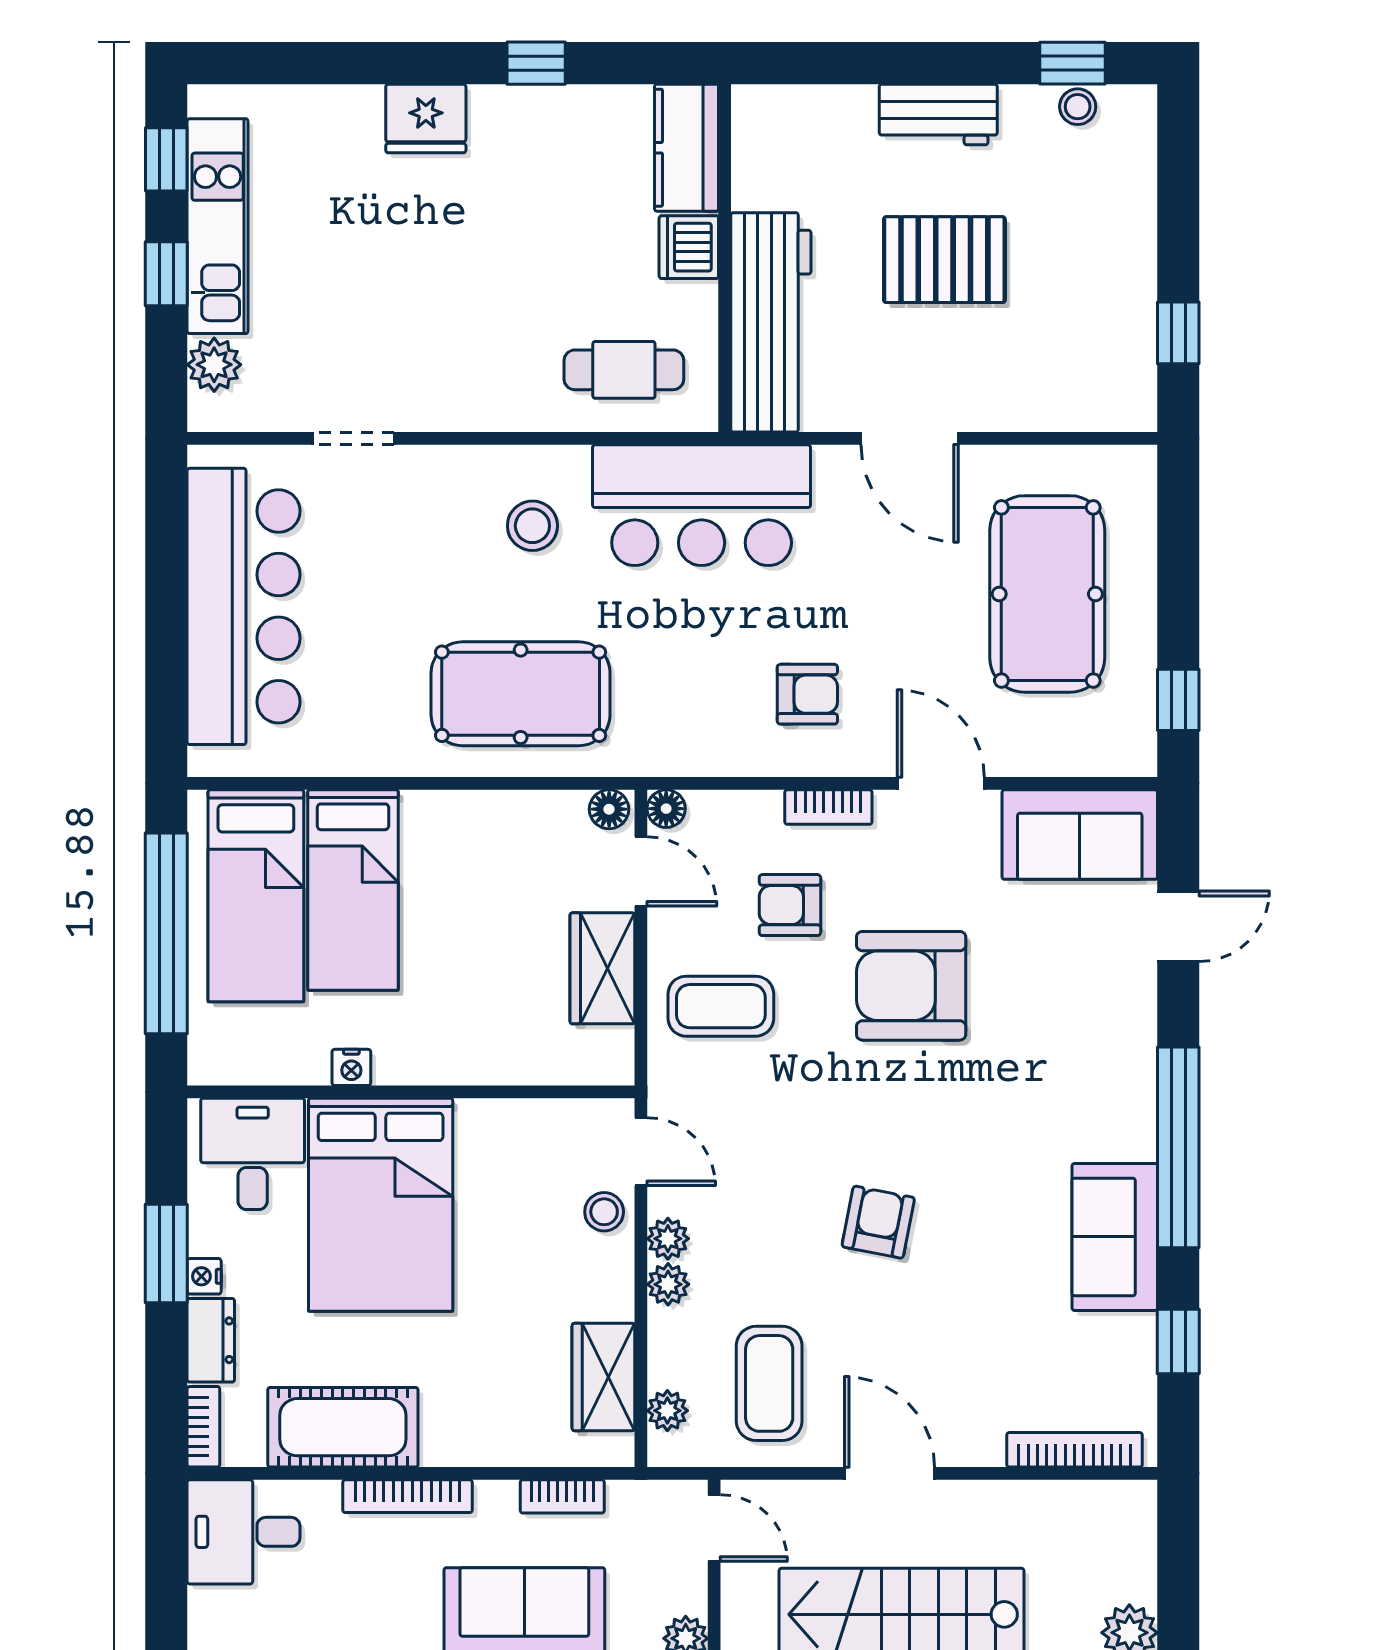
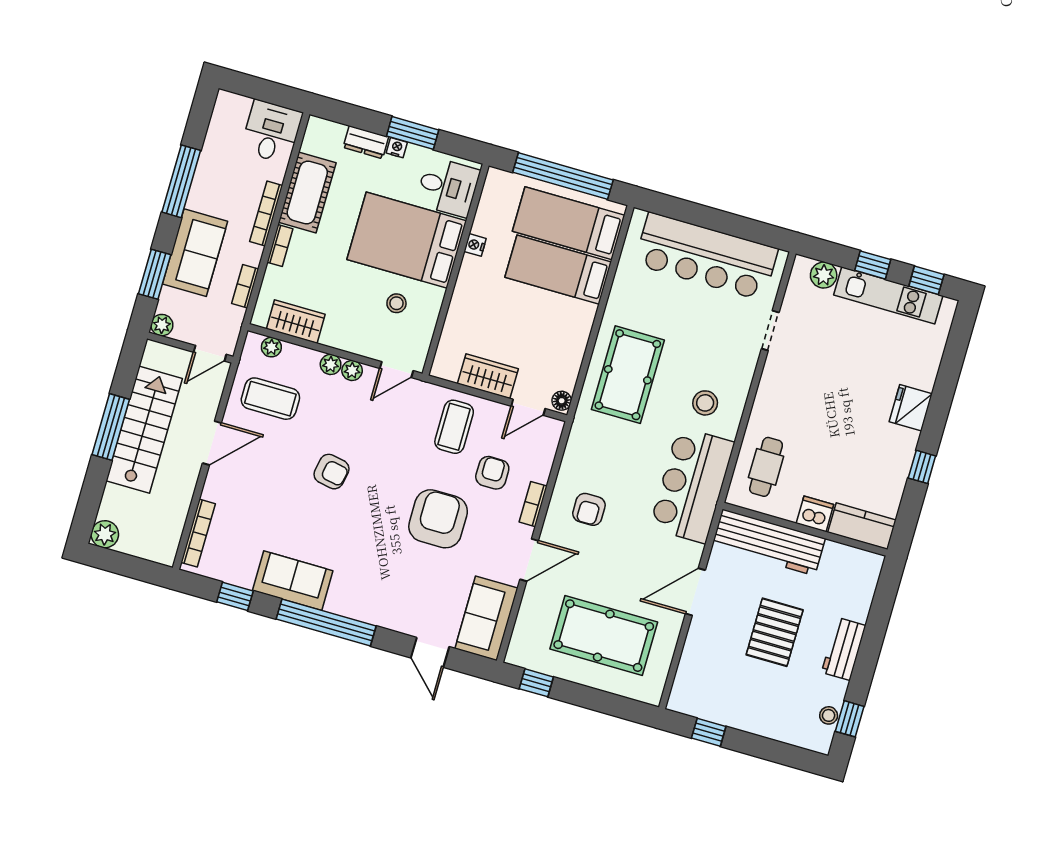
floor lamp: (666, 809) -> (554, 428), removed
stool: (604, 1212) -> (396, 303), moved
bookcase: (203, 1427) -> (280, 245), moved, turned -90

